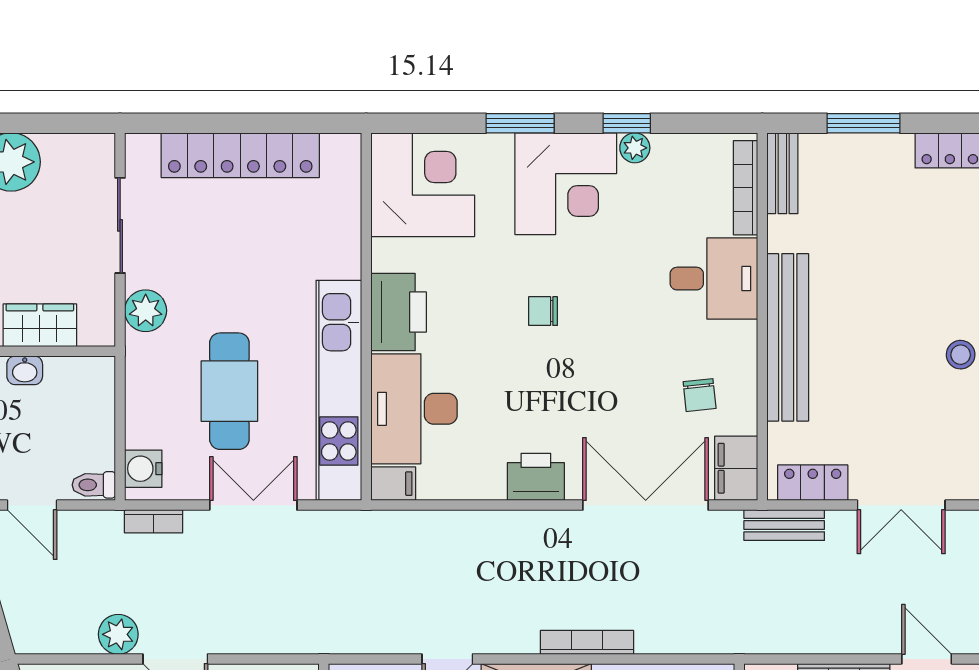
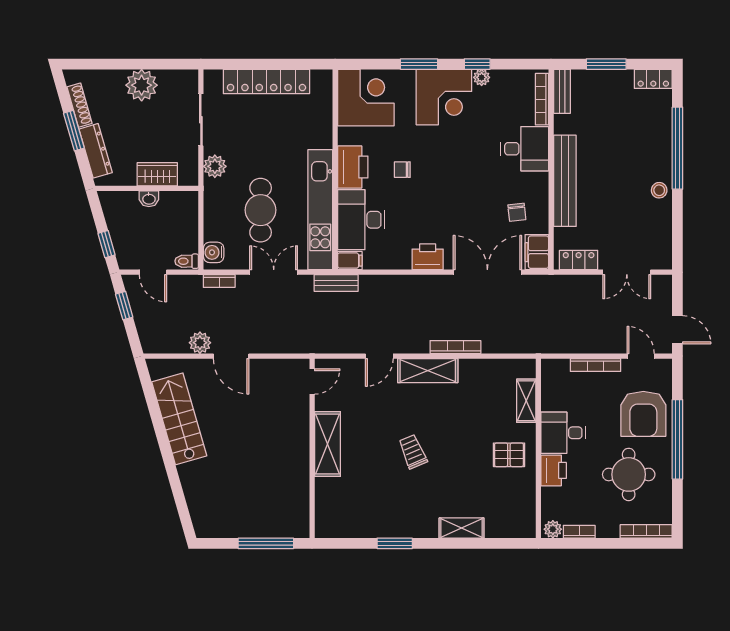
chair: (543, 311) -> (402, 170), moved
bench: (784, 525) -> (336, 283), moved

